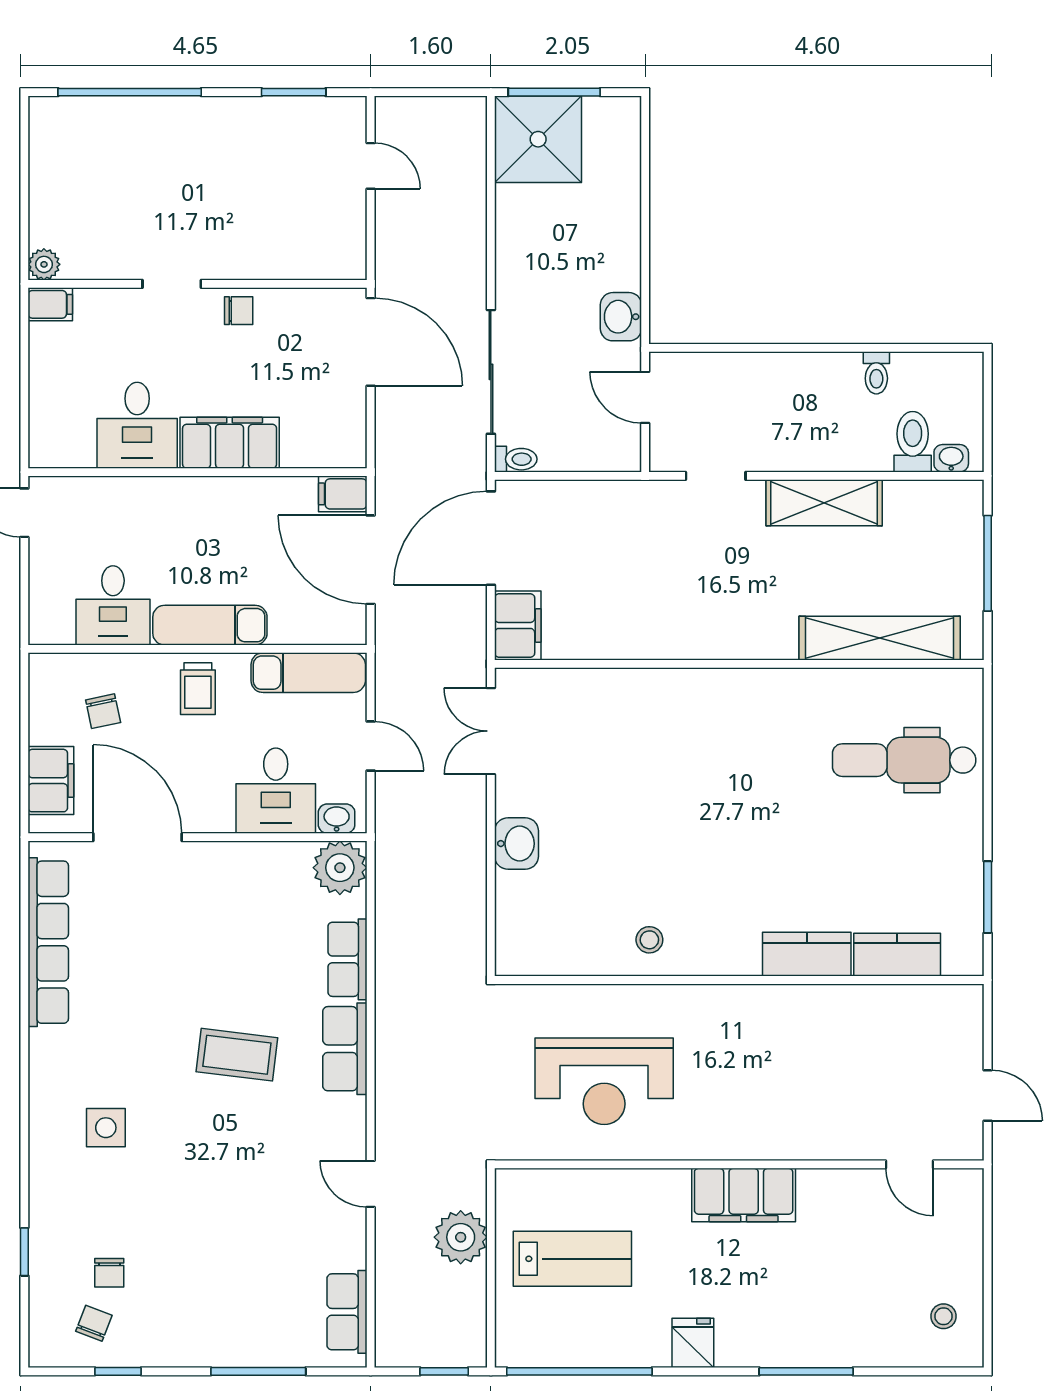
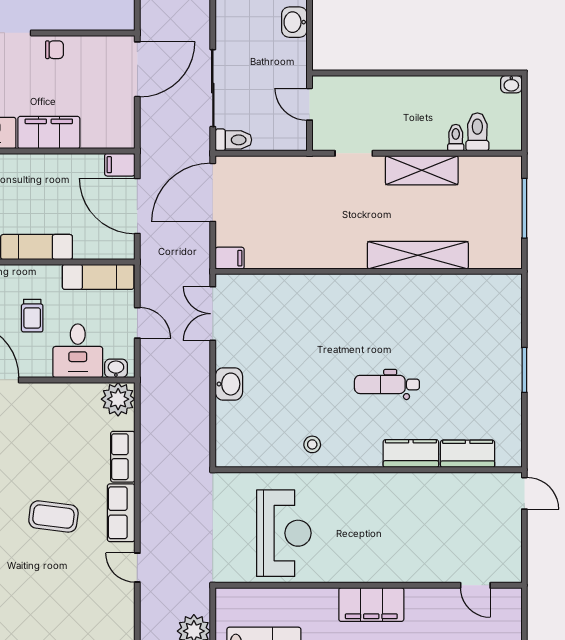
washbasin: (621, 317) -> (294, 22), moved
door: (371, 342) -> (137, 69), hinge flipped
toilet: (876, 373) -> (456, 138), moved, turned 180
washbasin: (951, 458) -> (511, 84), moved, turned 180
toilet: (516, 459) -> (233, 140), width x1.37, depth x1.39
filing cabinet: (518, 625) -> (230, 258), width x0.50
shelving: (880, 638) -> (418, 255), moved
trolley: (198, 689) -> (32, 316), moved
dental chair: (904, 760) -> (387, 384), moved, width x0.73, depth x0.72
window: (988, 897) -> (524, 370), moved
reception desk: (604, 1081) -> (284, 533), turned -90
door: (988, 1096) -> (524, 493), moved
door: (371, 1184) -> (137, 568), moved

